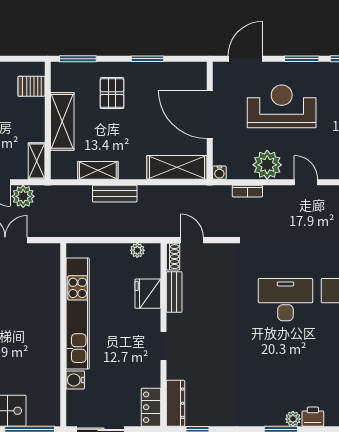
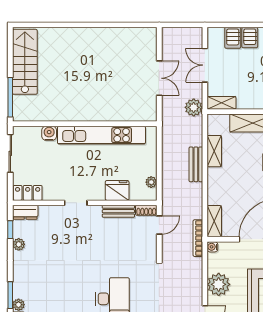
shelving: (177, 167) -> (214, 221), width x0.67, depth x0.75
bookcase: (247, 191) -> (198, 238), moved, width x1.56
plant: (23, 196) -> (194, 107), moved
dresser: (175, 403) -> (25, 212), width x0.70
plant: (216, 419) -> (19, 244), added

